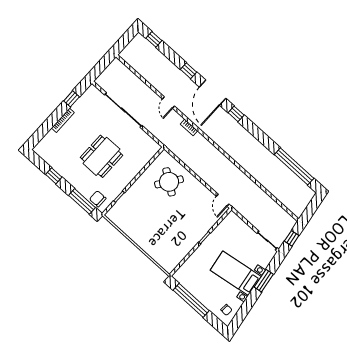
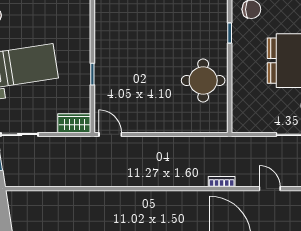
round table: (169, 182) -> (203, 80), moved, turned -35
wardrobe: (235, 222) -> (74, 123), added

